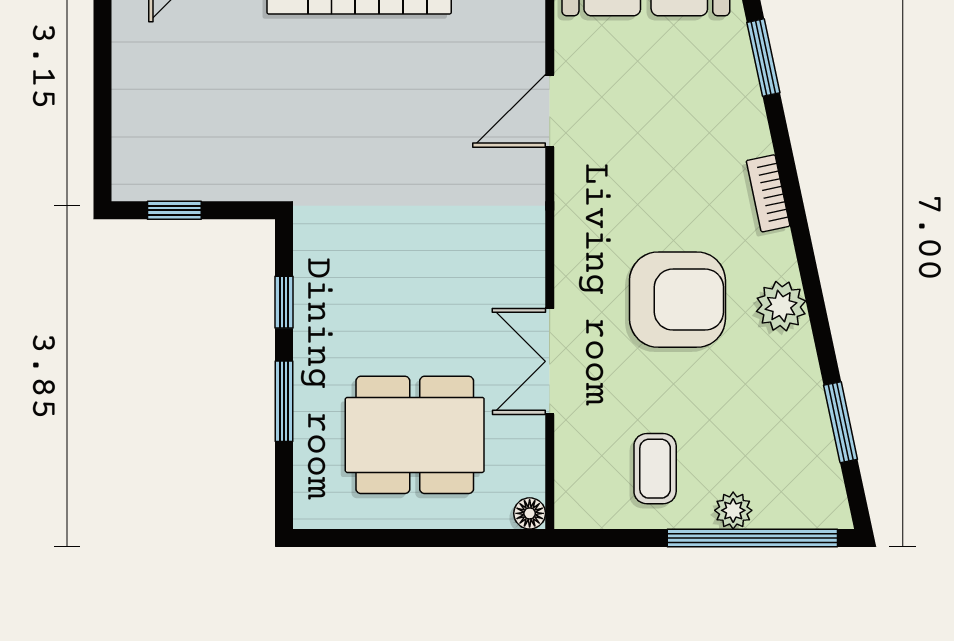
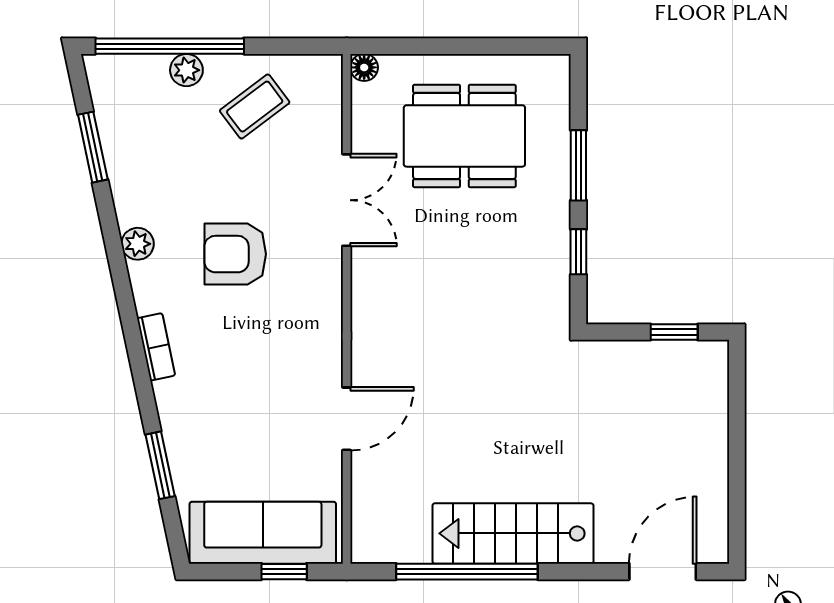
armchair: (677, 300) -> (235, 254), width x0.73, depth x0.73
plant: (781, 306) -> (138, 244), width x0.73, depth x0.73
coffee table: (655, 469) -> (255, 107), turned 53

